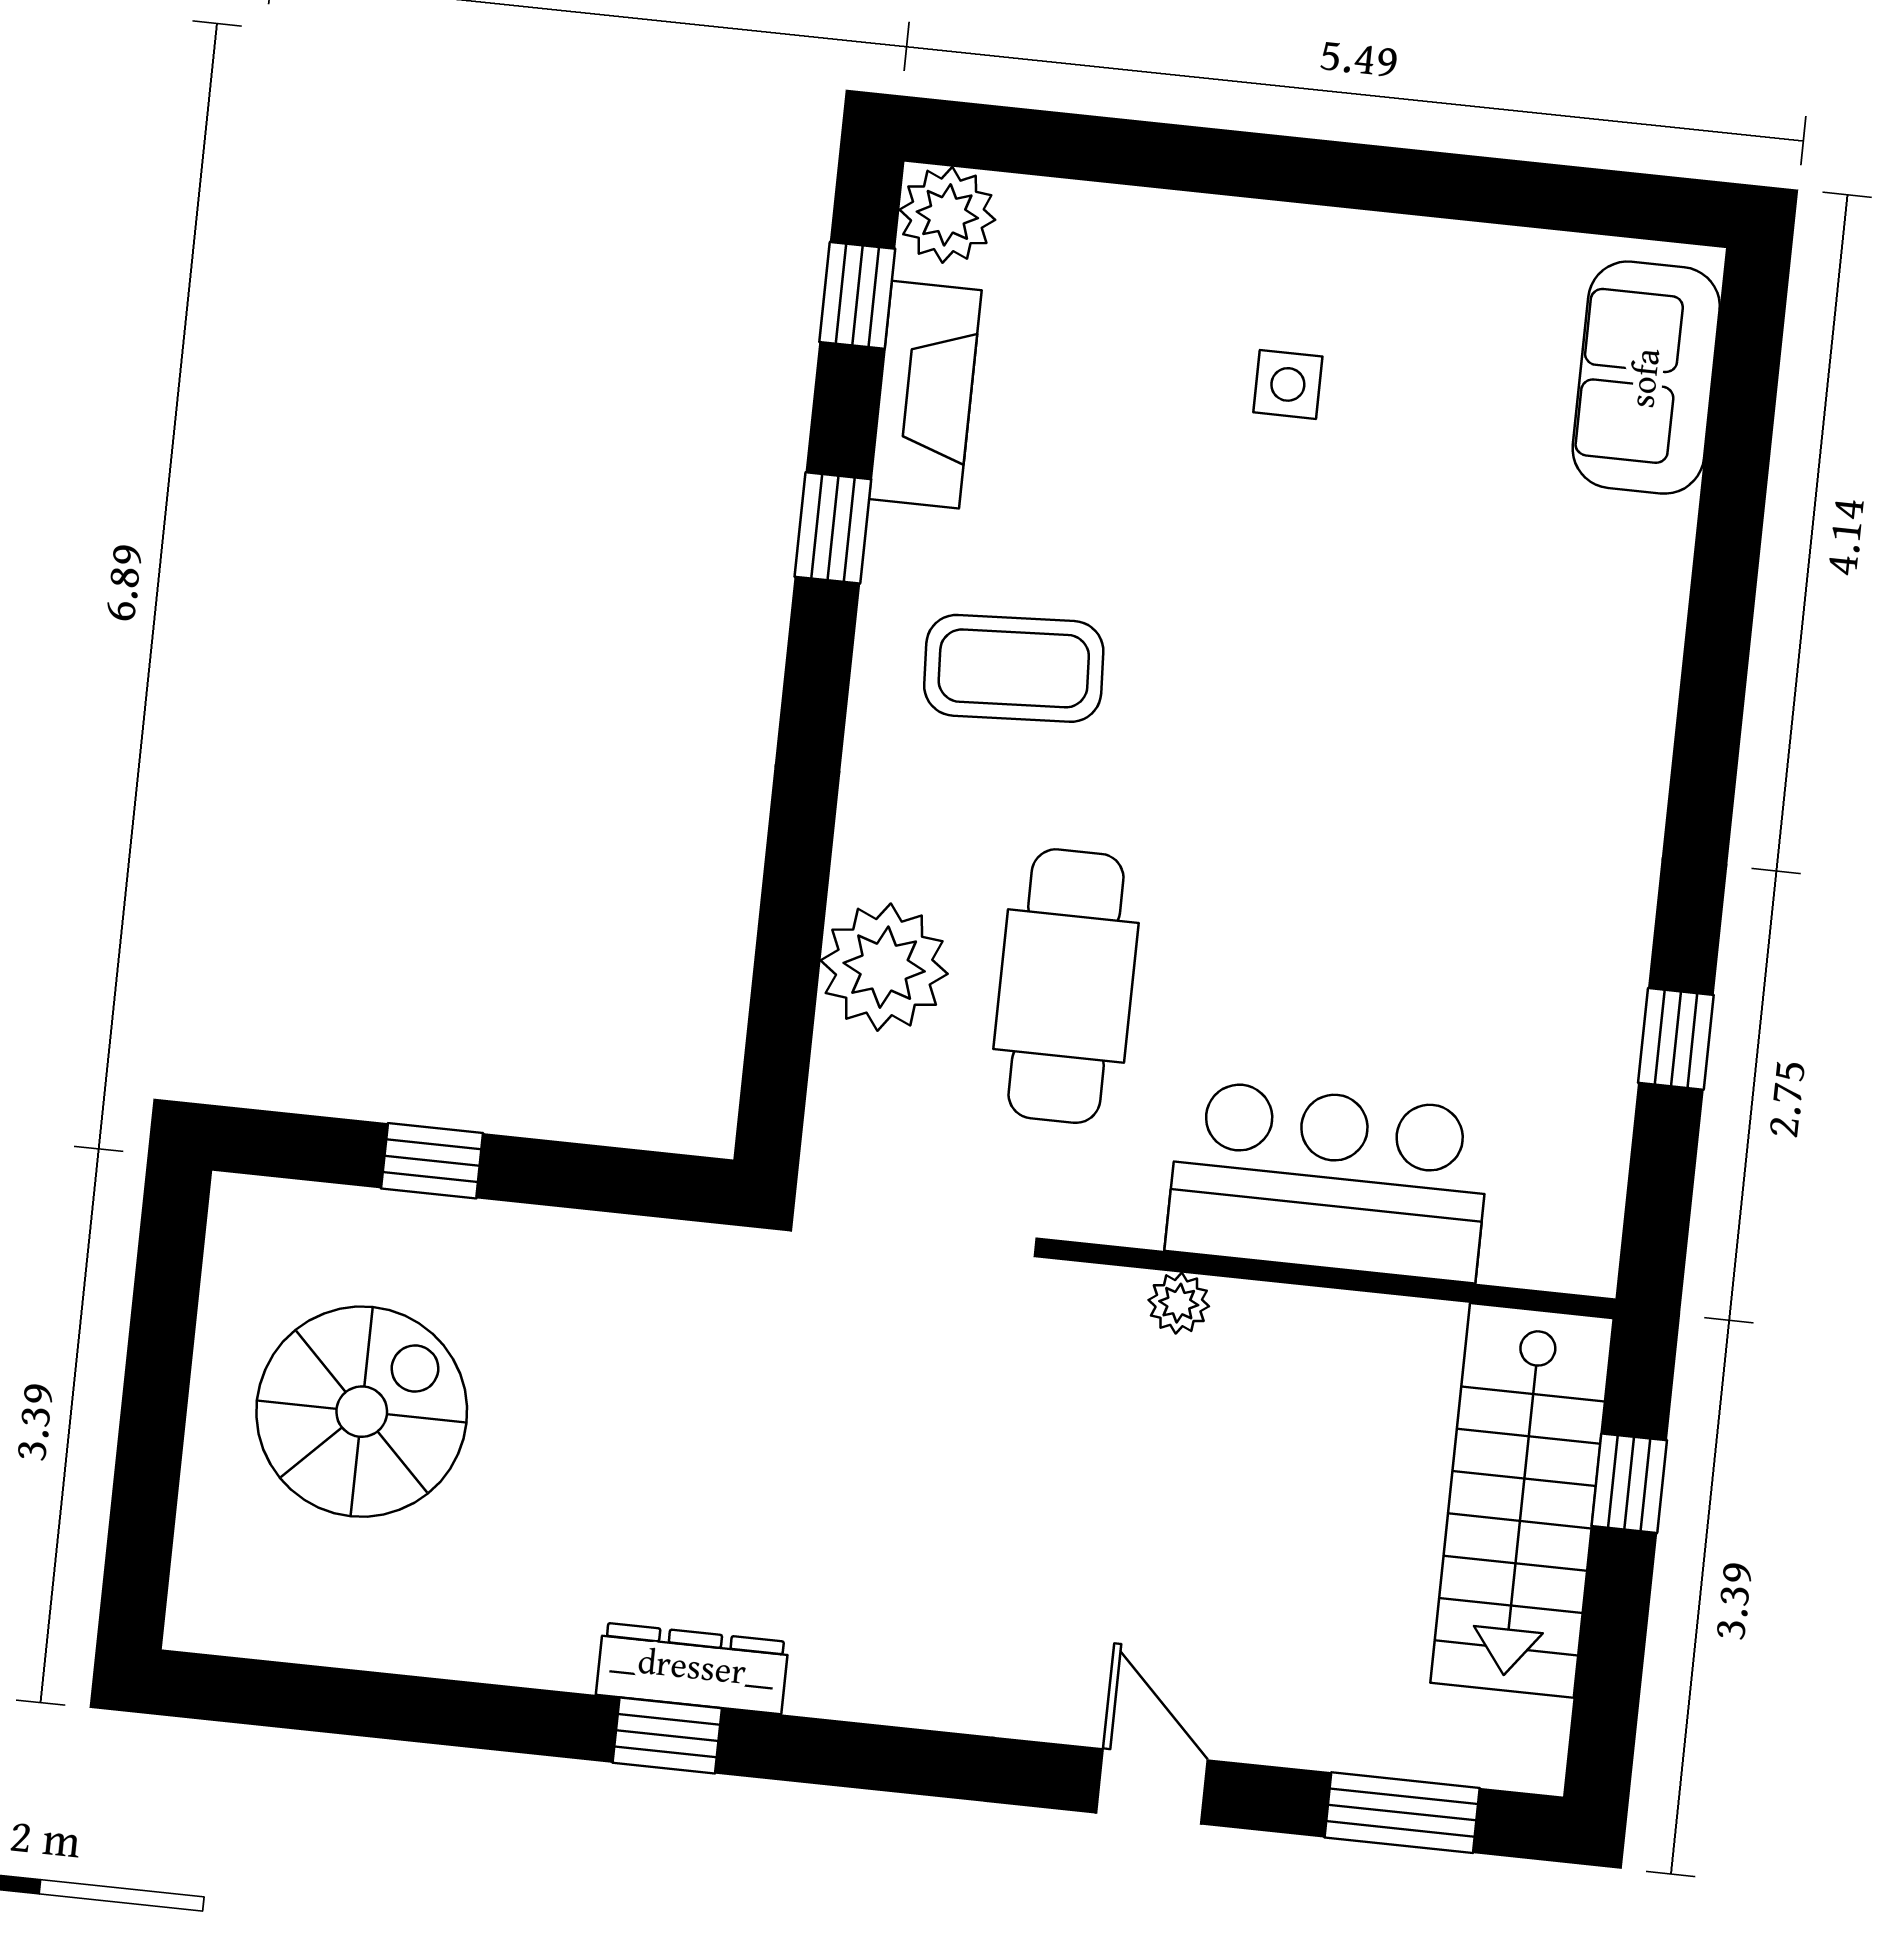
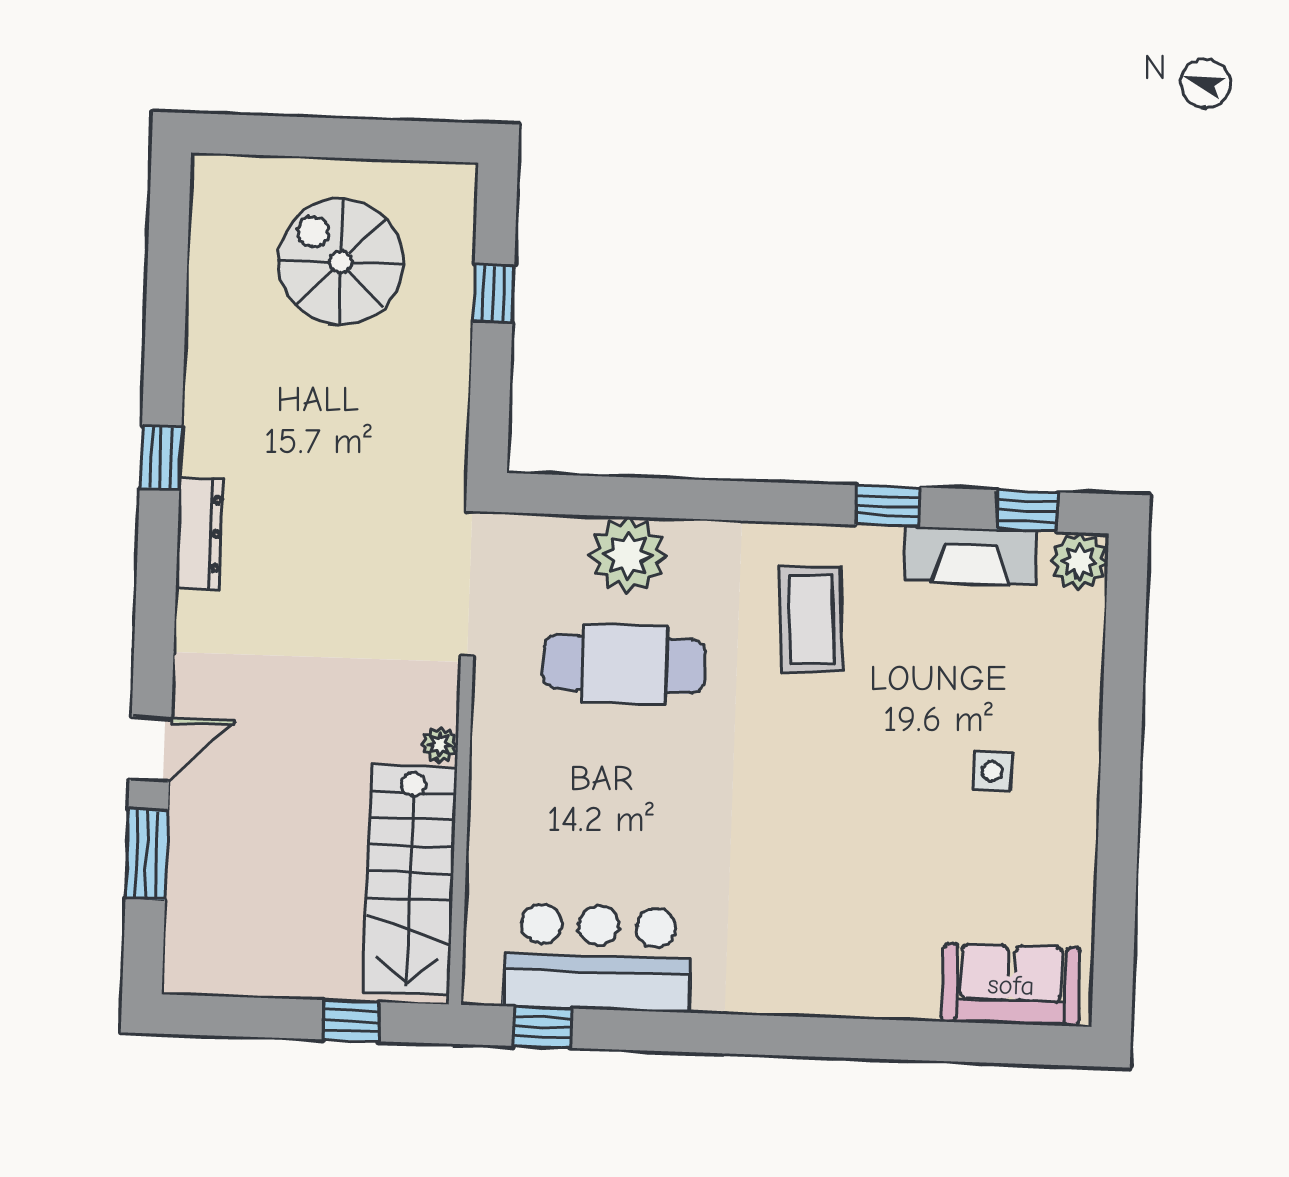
window: (1676, 1039) -> (542, 1027), moved
bar counter: (1329, 1181) -> (598, 958), moved, turned -90
spiral stairs: (362, 1412) -> (341, 262), turned 180
stairs: (1522, 1500) -> (410, 880), moved, turned -90
dresser: (692, 1668) -> (199, 534), moved
window: (1402, 1813) -> (147, 854), moved

